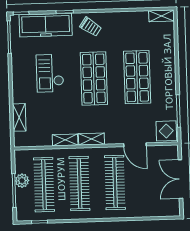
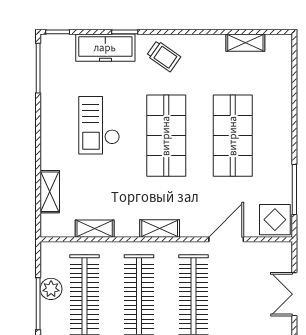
shelving: (161, 16) -> (245, 43), moved
freezer: (46, 25) -> (105, 48), width x0.73, depth x0.79
shelving: (65, 140) -> (95, 229), moved
door: (135, 145) -> (226, 239), swing flipped
double door: (180, 179) -> (294, 294), width x0.73

